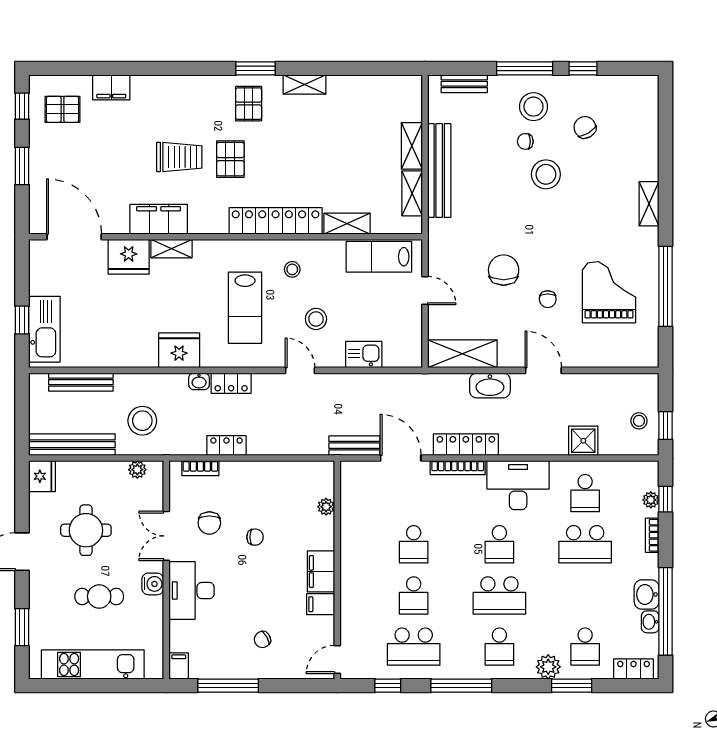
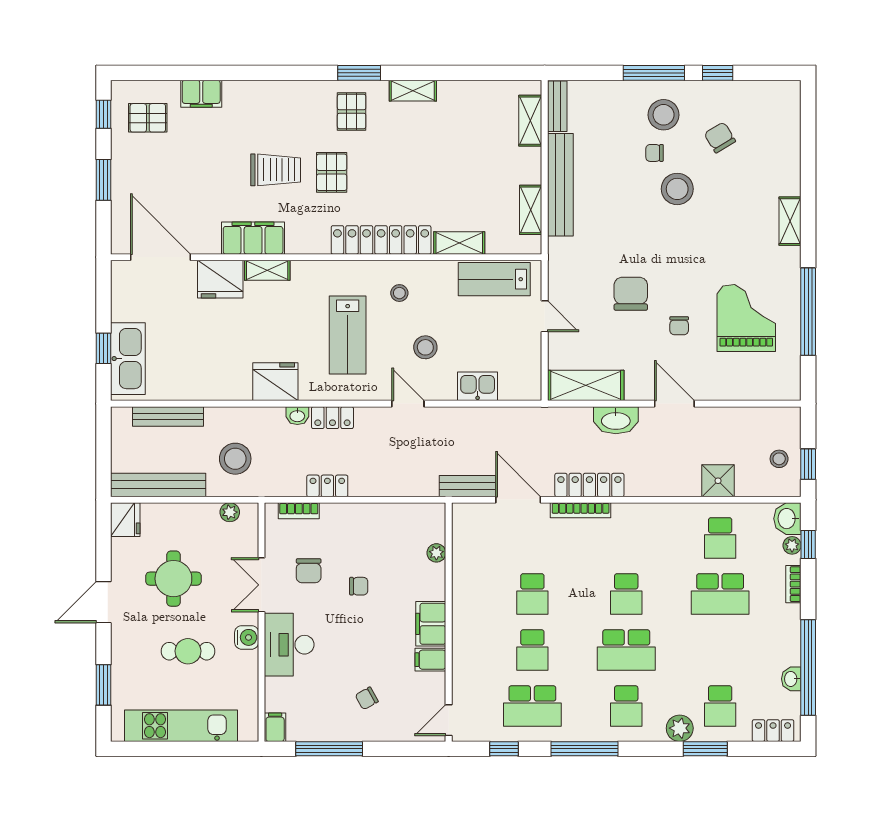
bench: (464, 84) -> (557, 106), moved, turned 90
shelving: (412, 146) -> (530, 121), moved
desk: (518, 485) -> (647, 529), removed
washbasin: (647, 594) -> (787, 519), moved

